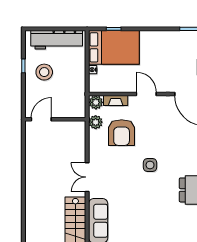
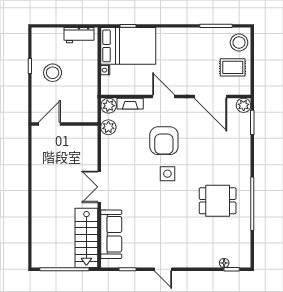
workbench: (57, 40) -> (79, 35), width x0.53, depth x0.76
armchair: (122, 133) -> (164, 141), moved

